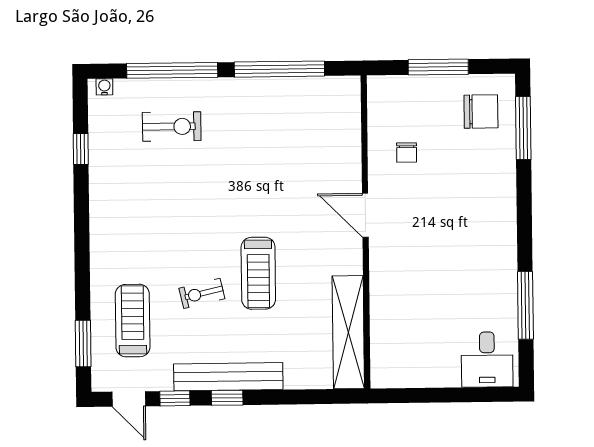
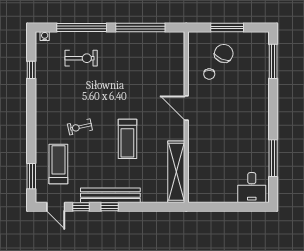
chair: (481, 112) -> (224, 53), moved, turned -67
exercise bike: (202, 293) -> (80, 127), moved

